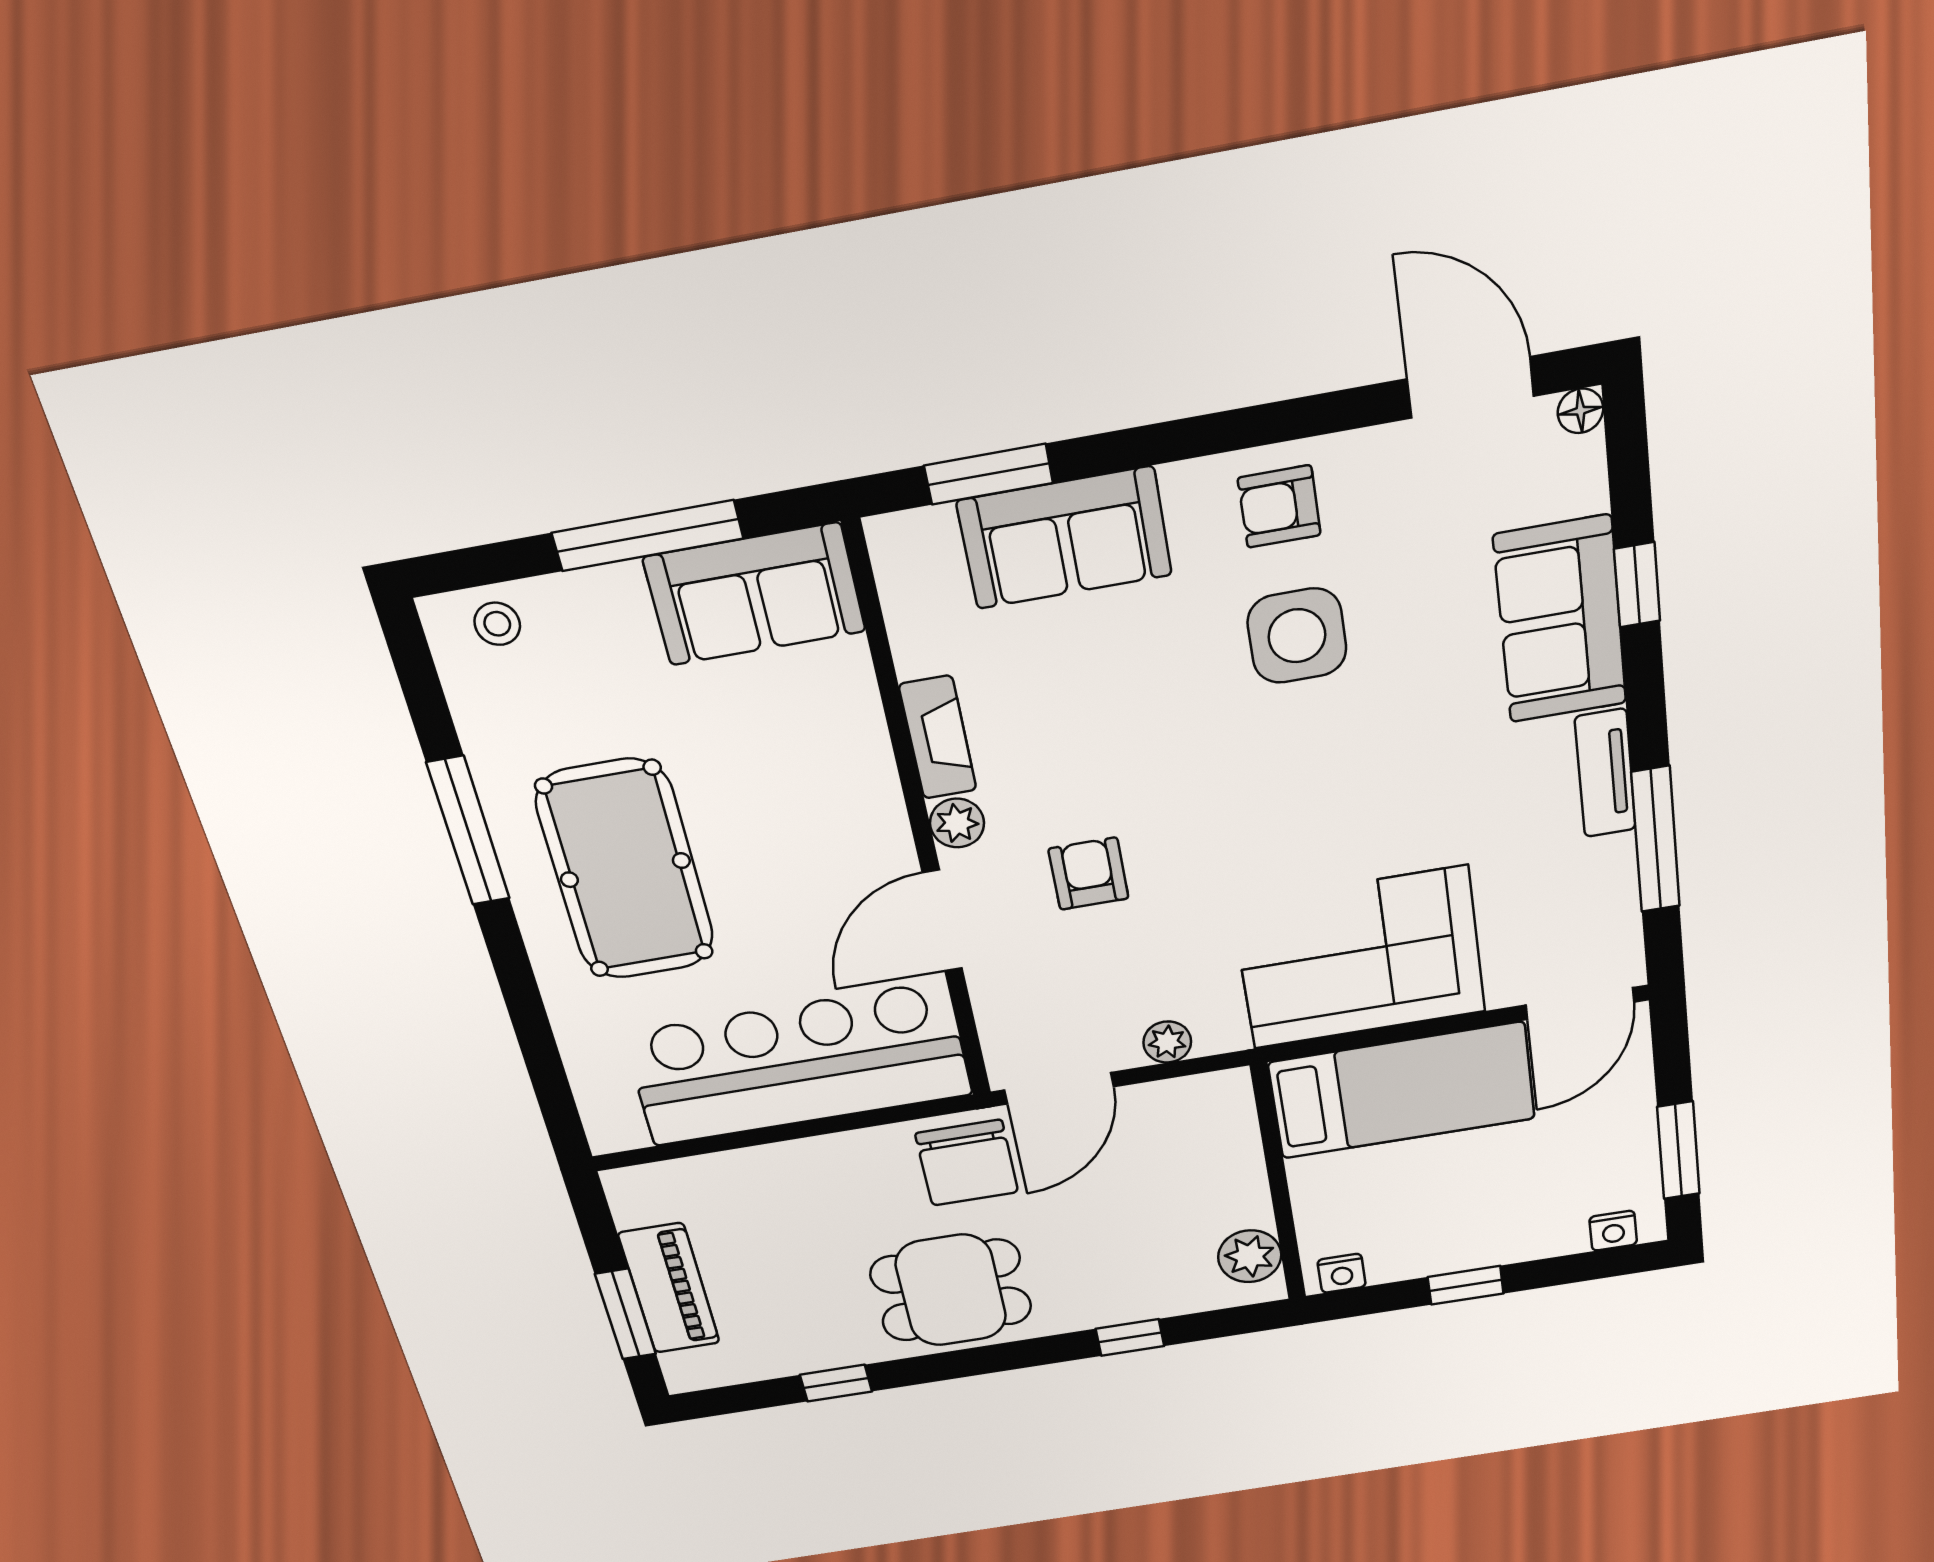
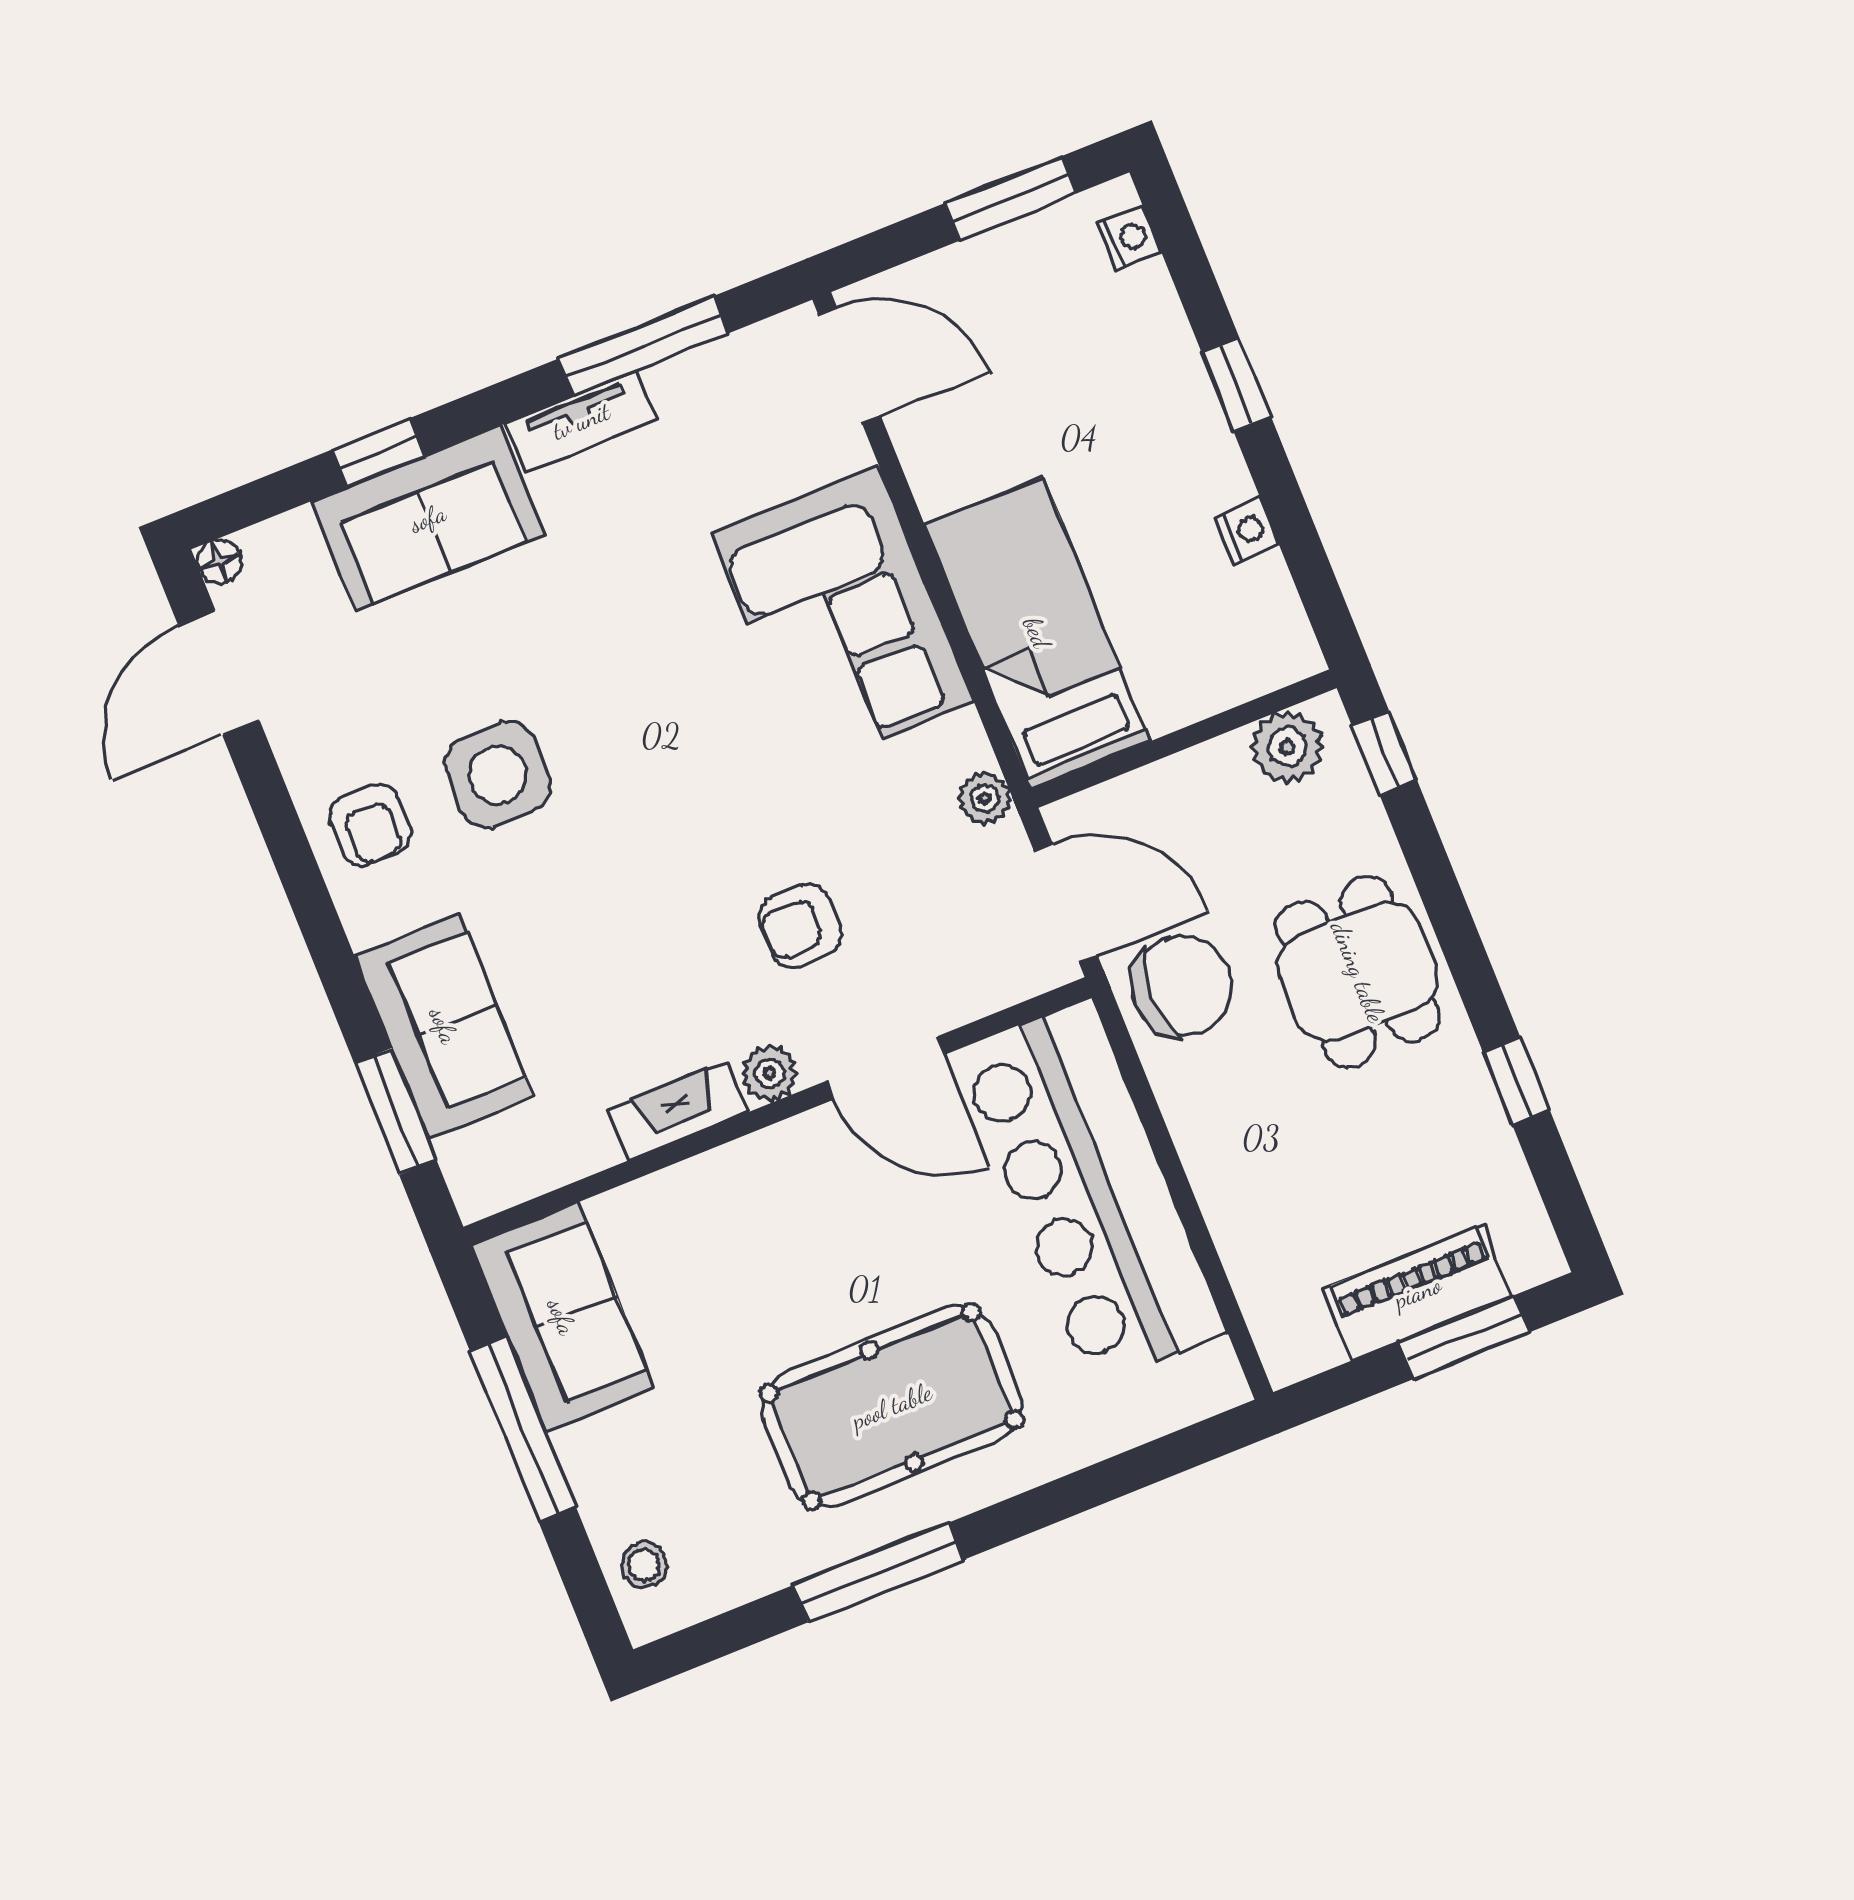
bed: (1402, 1091) -> (1037, 633), moved
wall: (1278, 1184) -> (1184, 739), moved
plant: (1250, 1256) -> (1287, 747), moved

